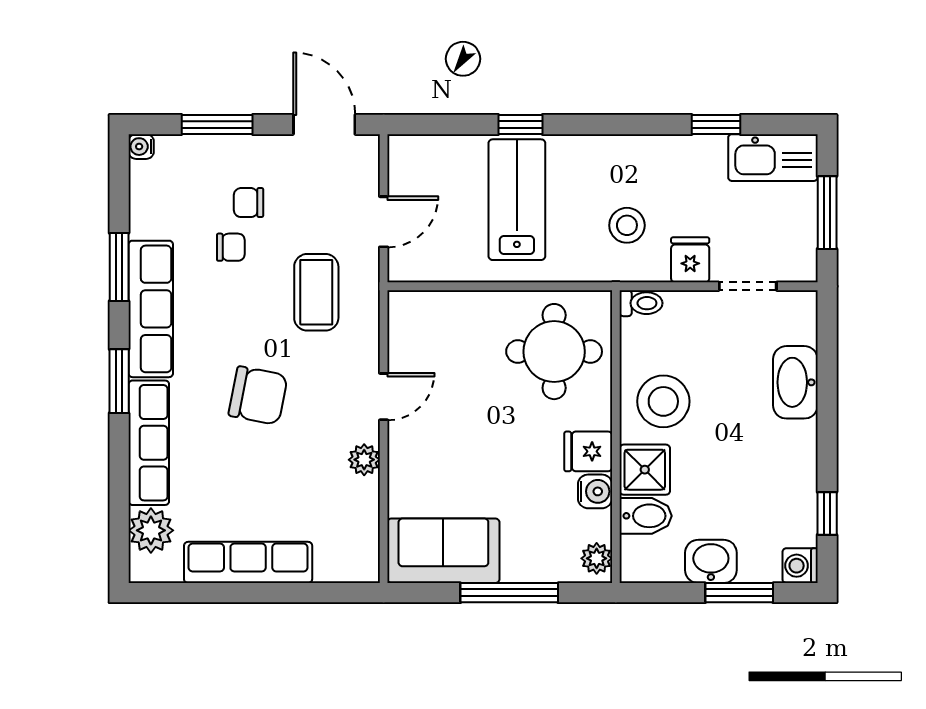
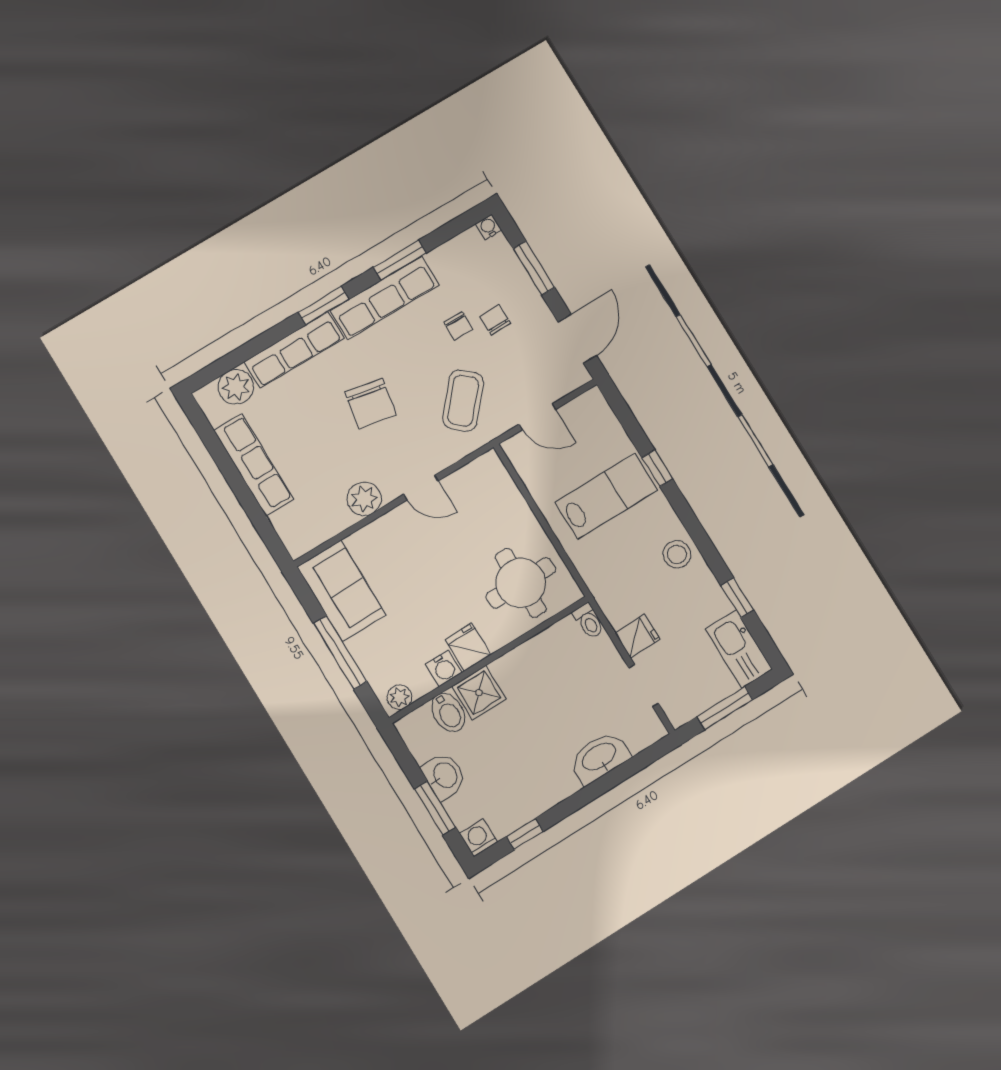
stool: (627, 225) -> (677, 554), moved
coffee table: (316, 292) -> (463, 401), turned -49
stool: (663, 401) -> (532, 677), removed
plant: (364, 460) -> (364, 499), width x1.38, depth x1.38

